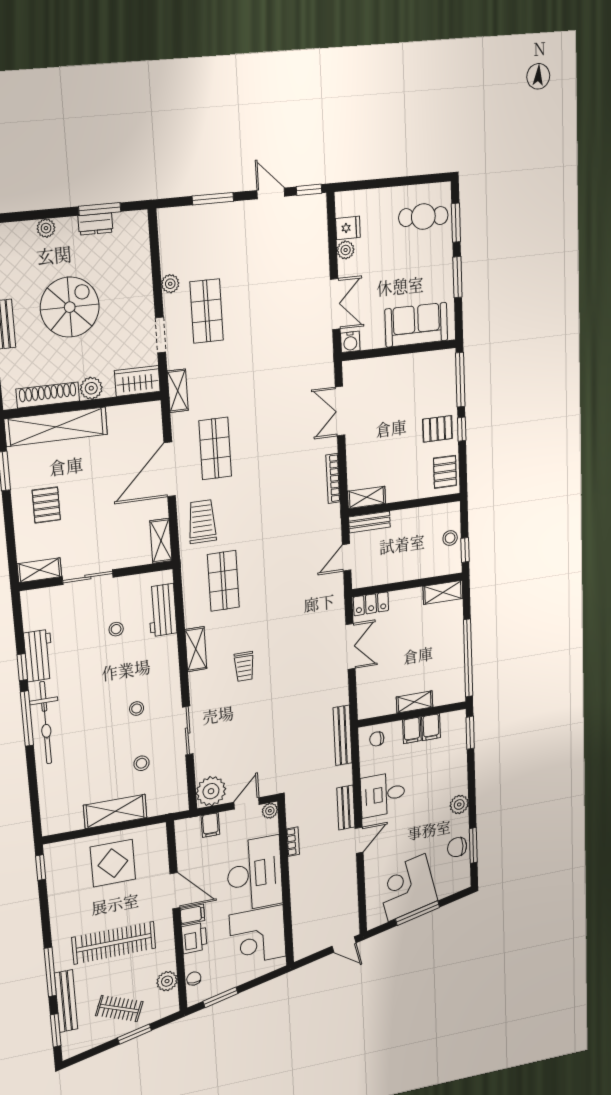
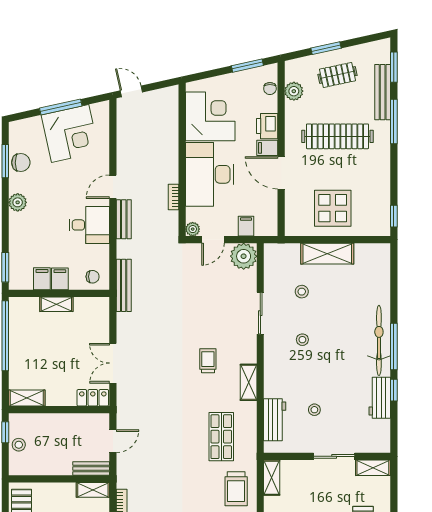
clothes rail: (119, 1009) -> (337, 75), turned -33

